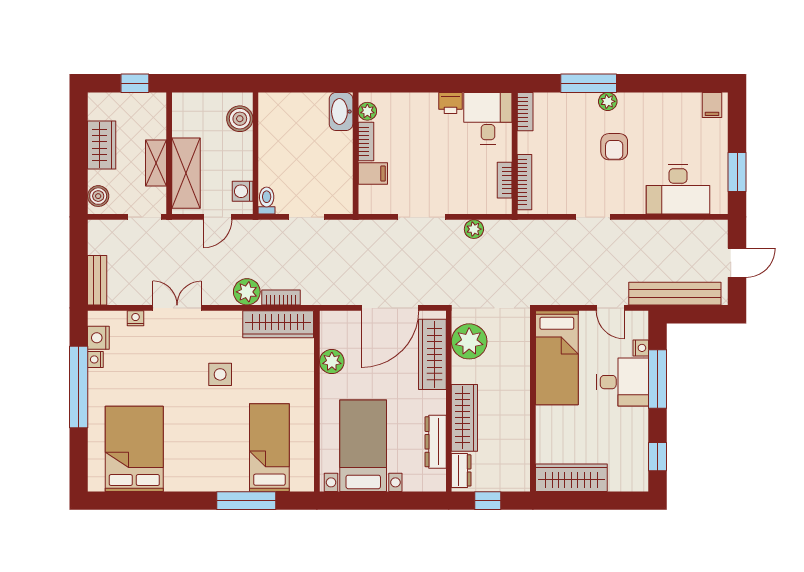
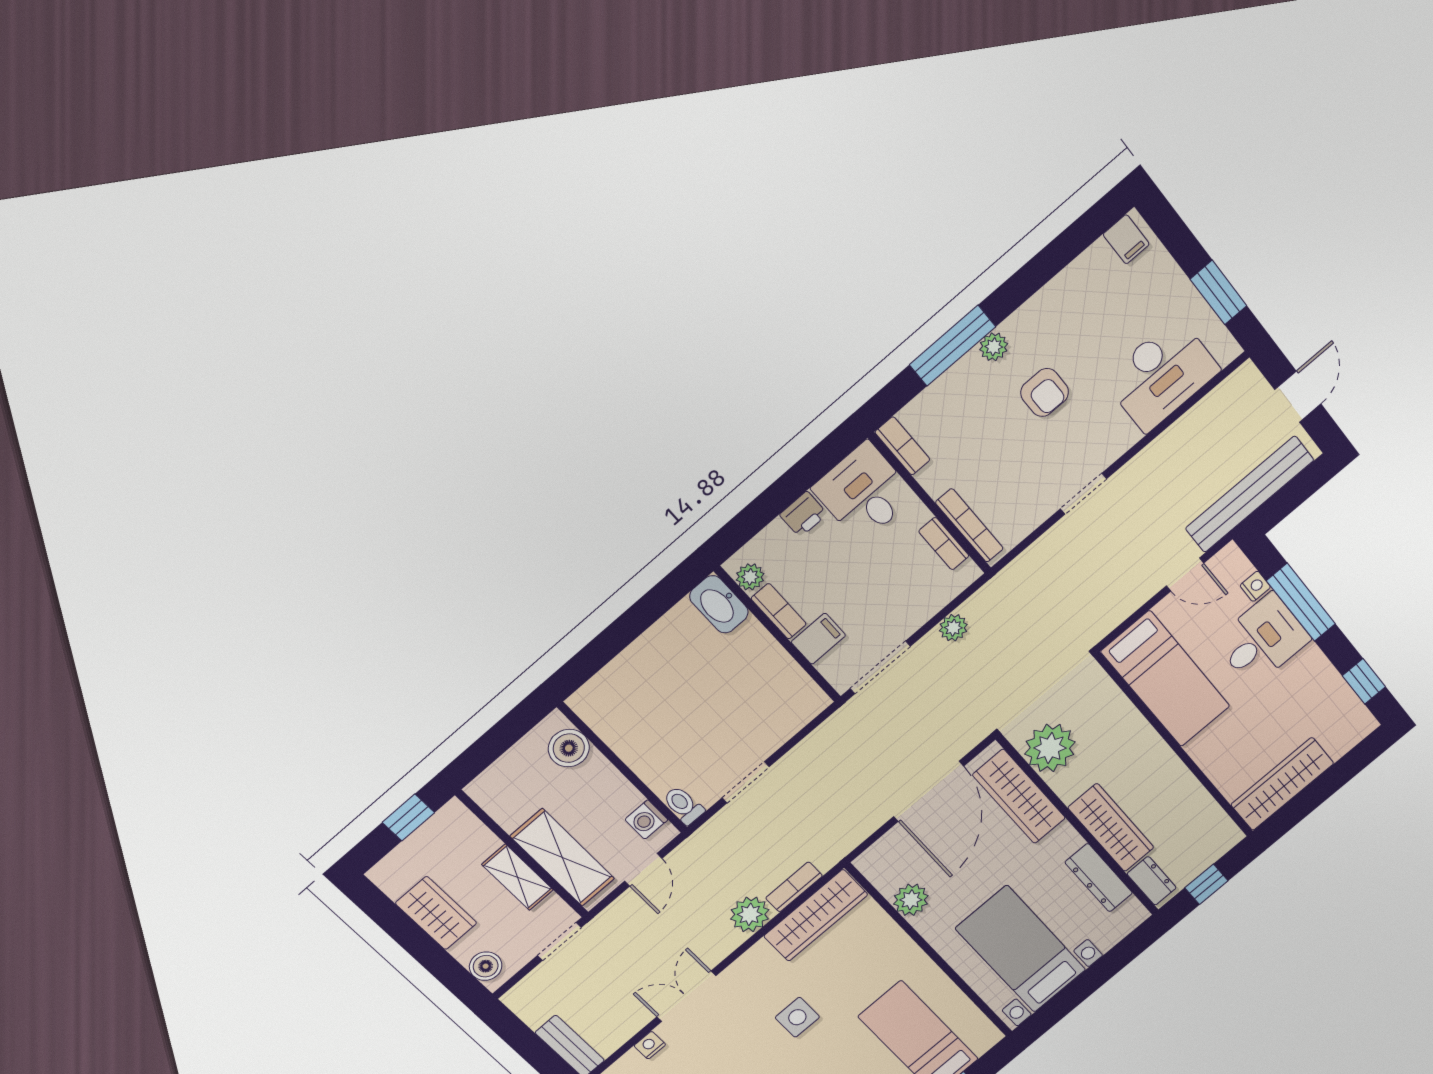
plant: (367, 111) -> (750, 577), moved
washbasin: (341, 112) -> (719, 604), moved
bookcase: (366, 141) -> (779, 611), moved
wall: (356, 153) -> (778, 635), moved
filing cabinet: (373, 174) -> (818, 639), moved

